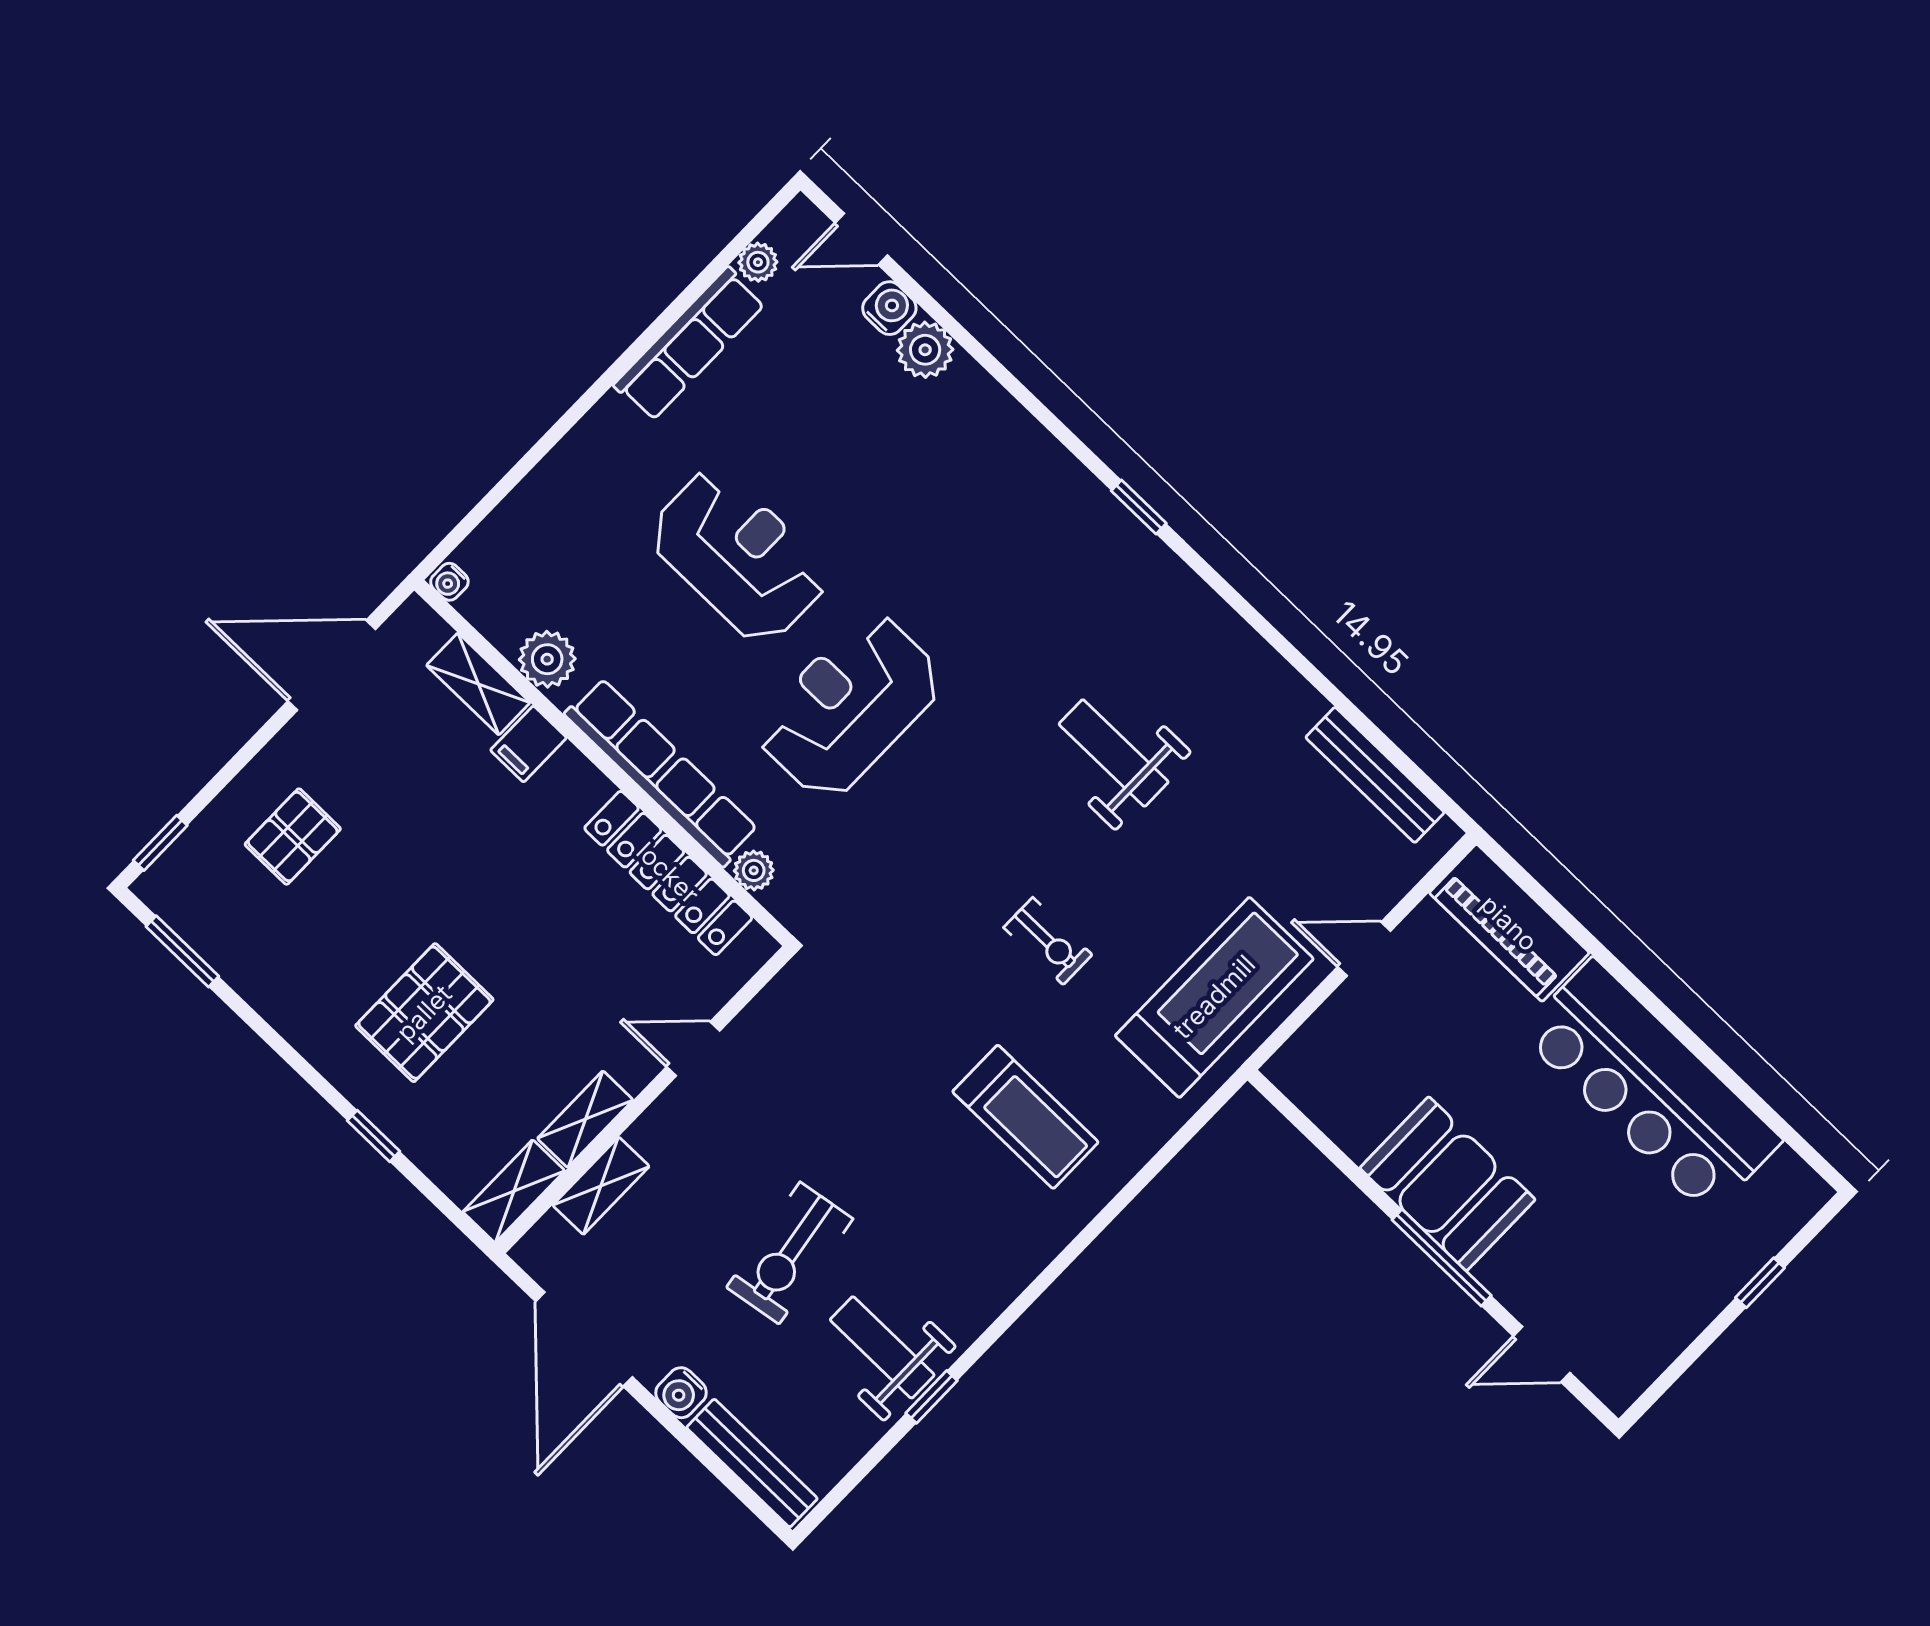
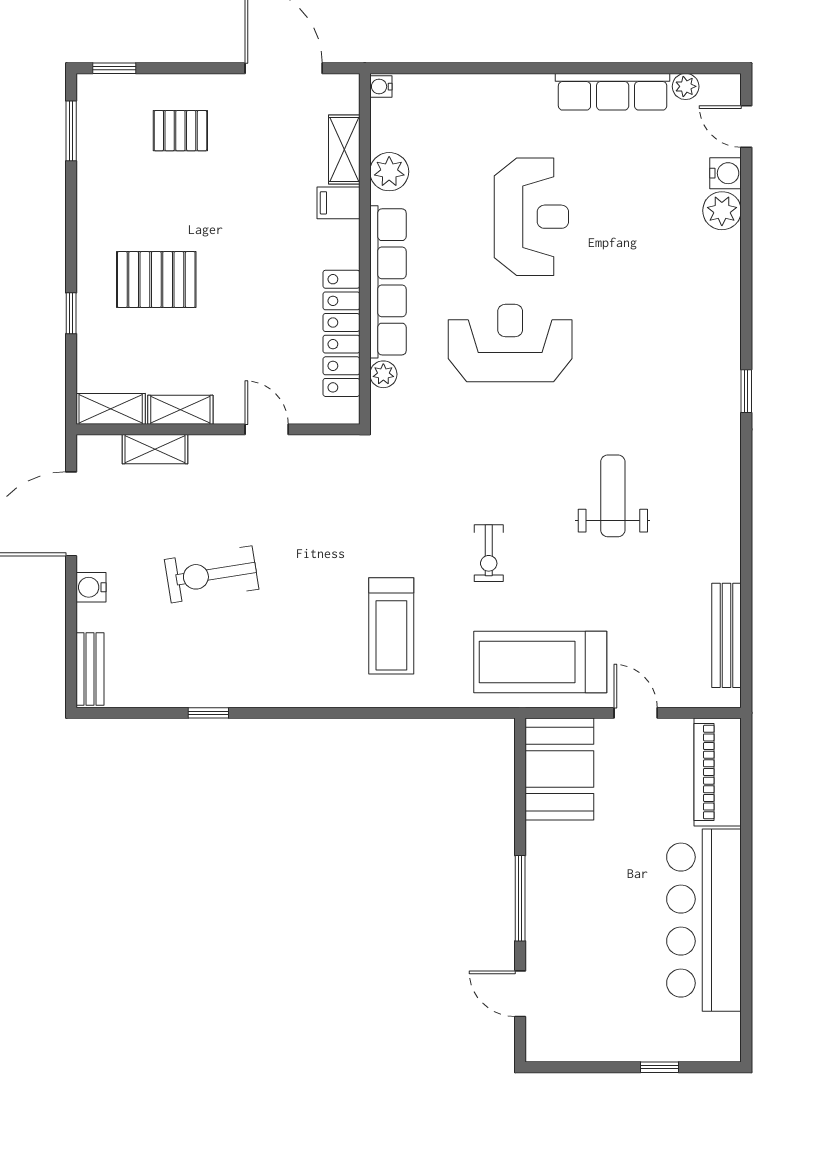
treadmill: (1214, 997) -> (540, 662), turned 180
booth: (1448, 1184) -> (559, 769), moved
weight bench: (882, 1347) -> (209, 665), removed
bench: (752, 1463) -> (90, 669), width x0.73

